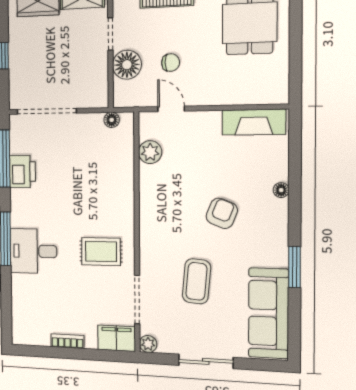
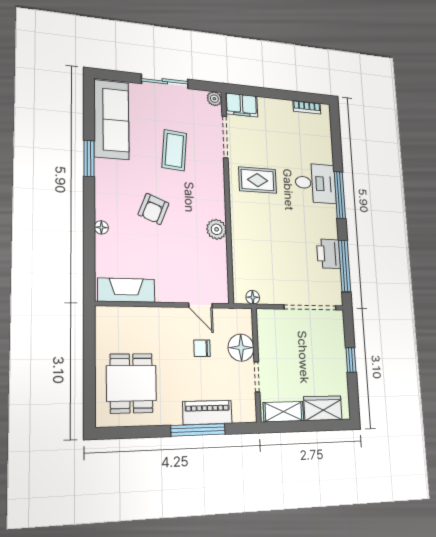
plant: (150, 152) -> (217, 229), moved
bookcase: (67, 341) -> (307, 107), moved

